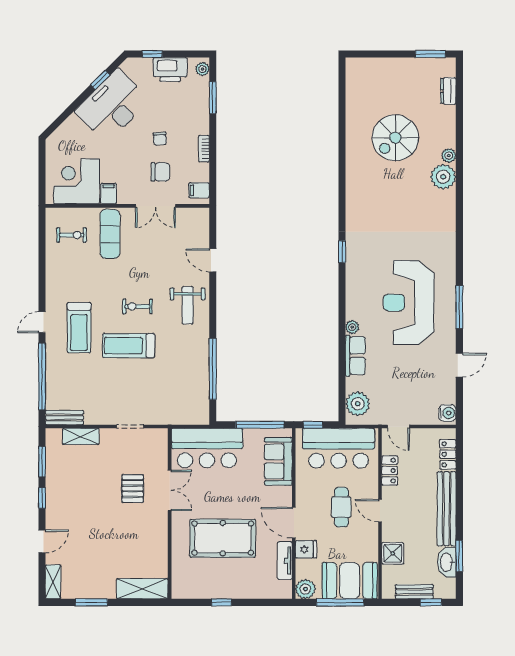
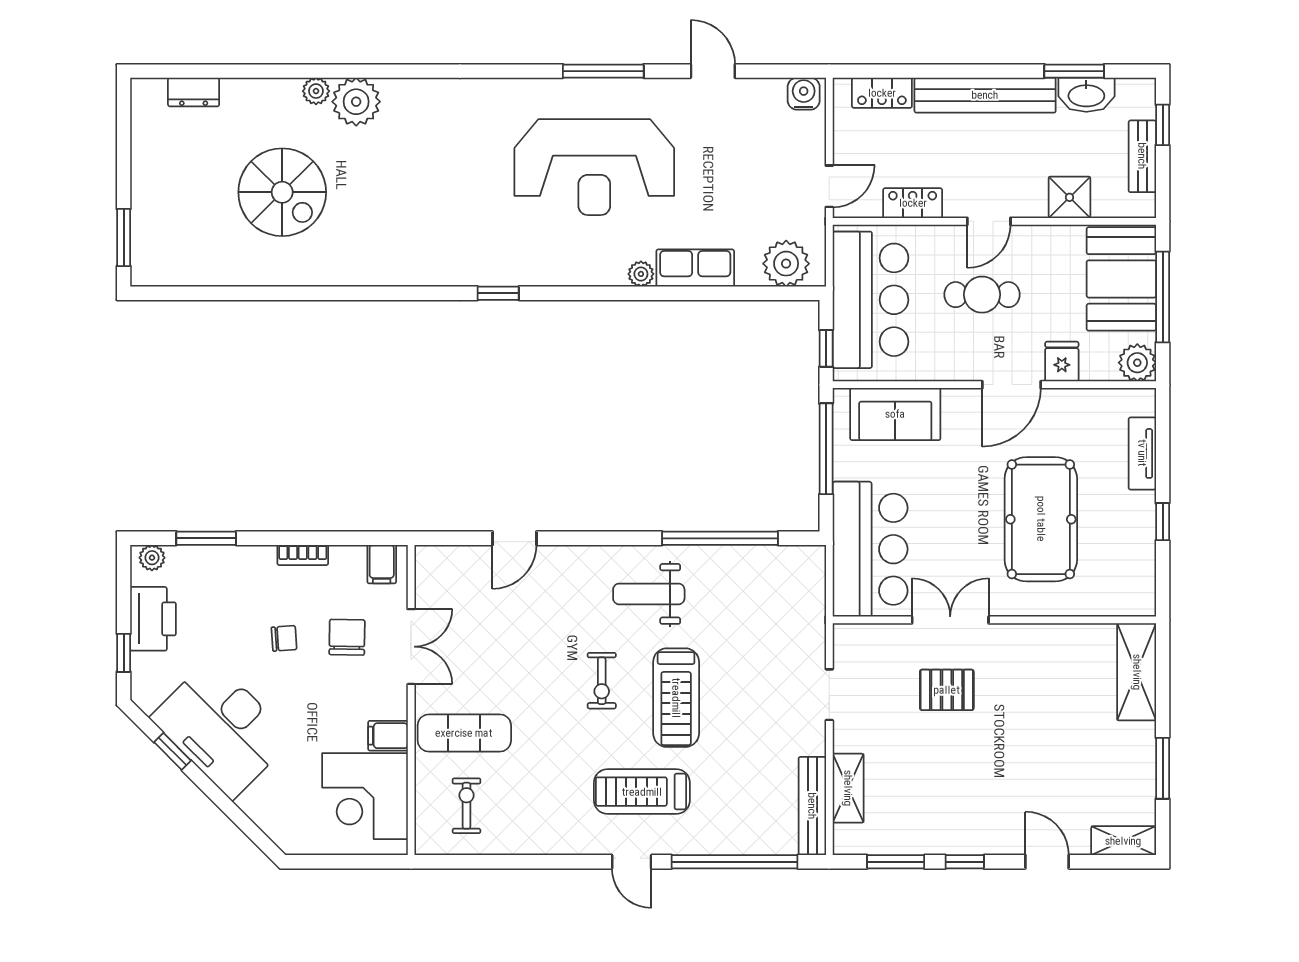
window: (430, 54) -> (124, 238), moved
weight bench: (188, 305) -> (649, 594), moved, turned 180
treadmill: (79, 328) -> (642, 792), turned 180
bench: (64, 418) -> (812, 806), width x1.36
tv unit: (285, 561) -> (1142, 453), moved, turned 90

